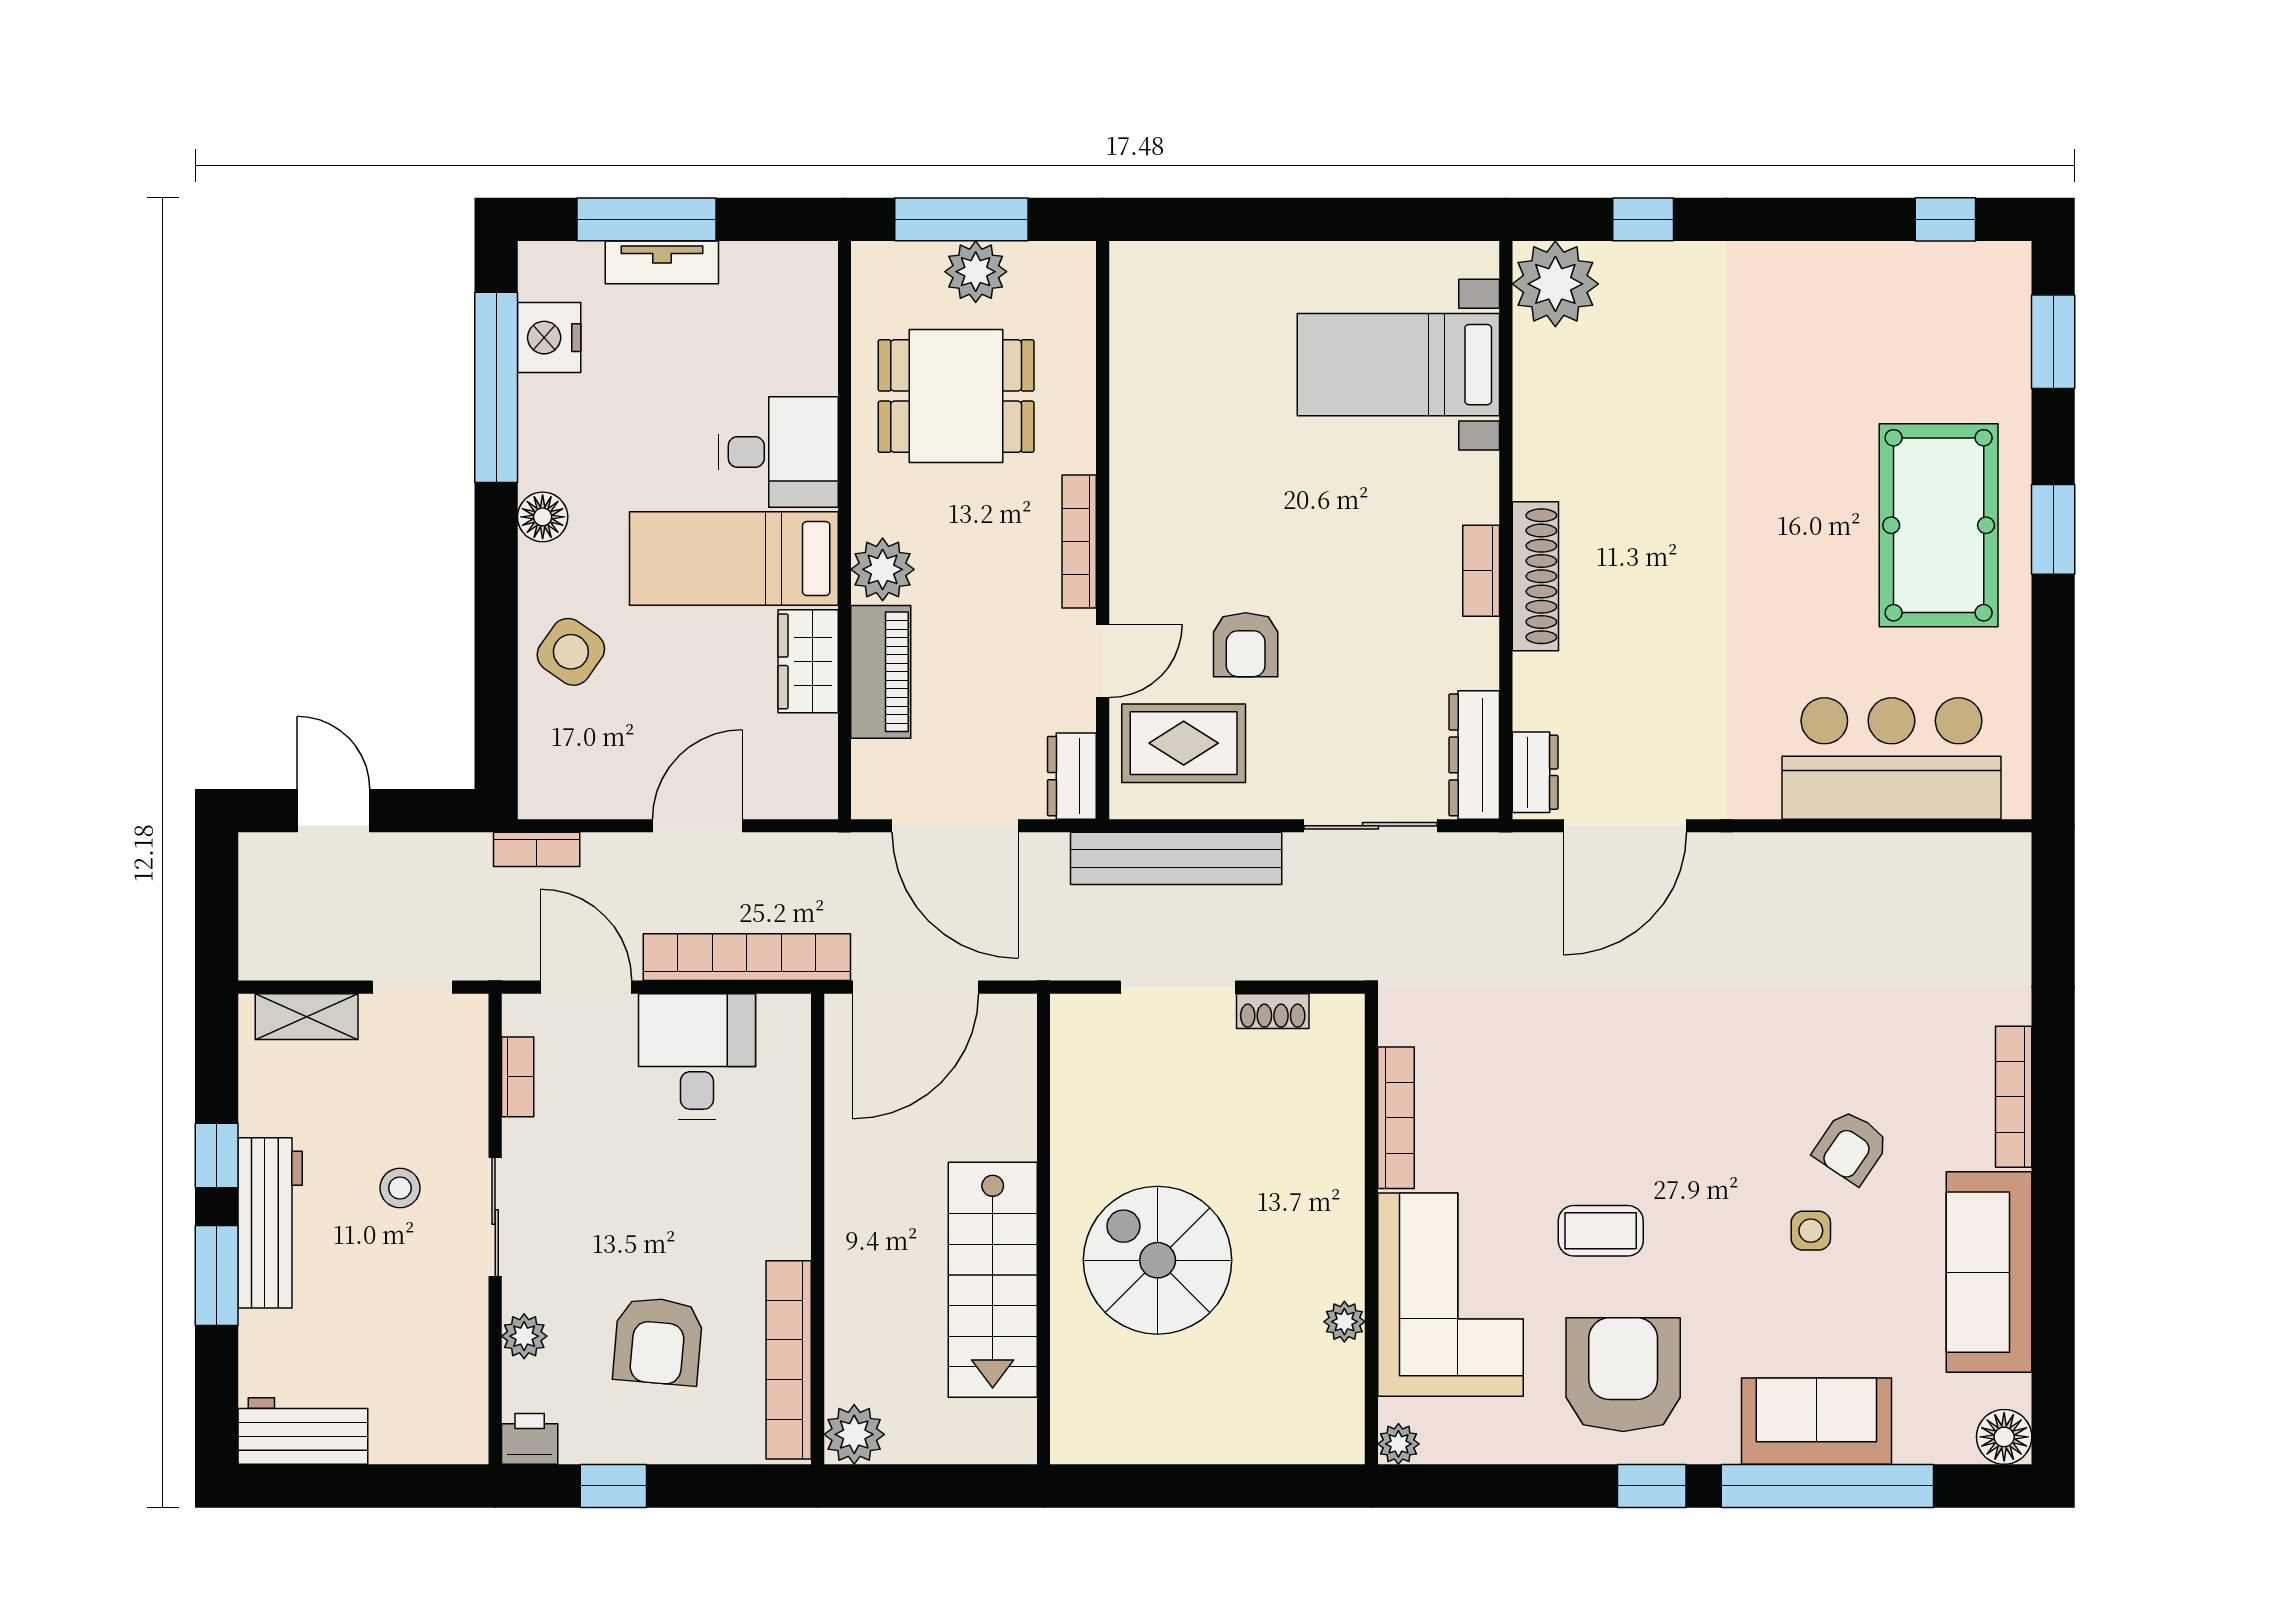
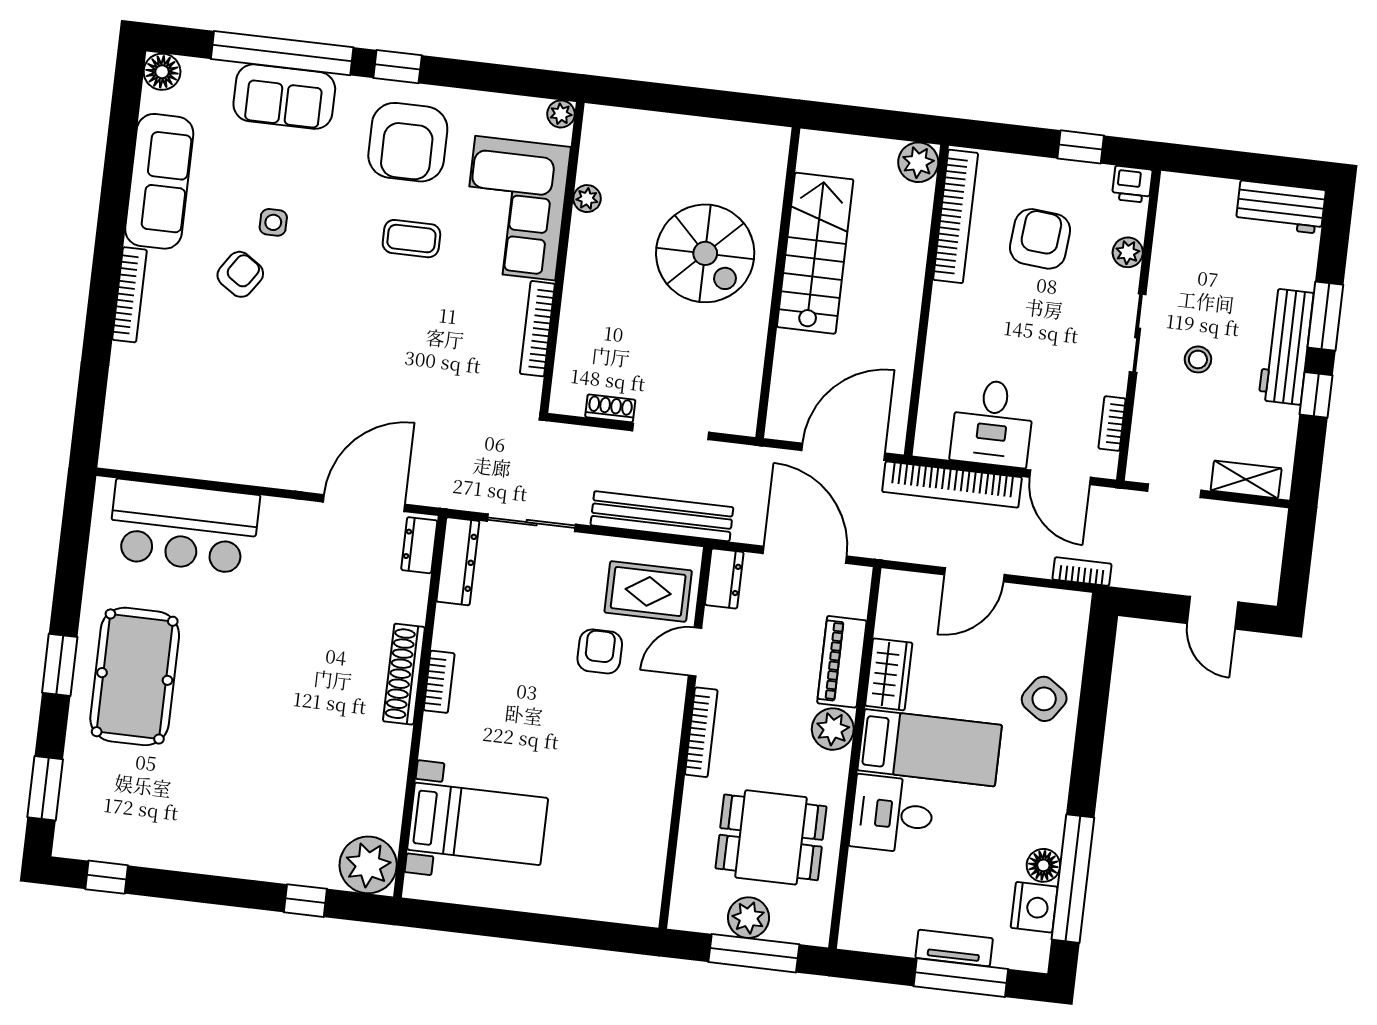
floor lamp: (543, 517) -> (1043, 865), moved

